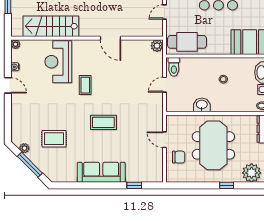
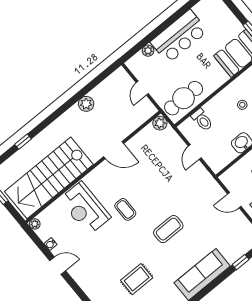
stairs: (51, 26) -> (49, 178), width x1.36, depth x1.51
toilet: (174, 67) -> (202, 120), moved

